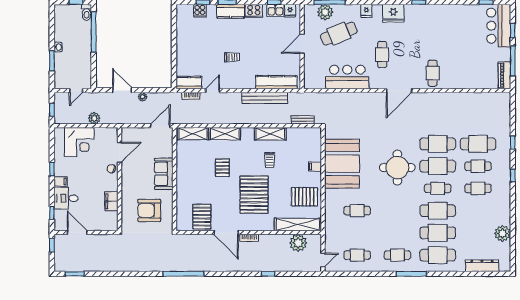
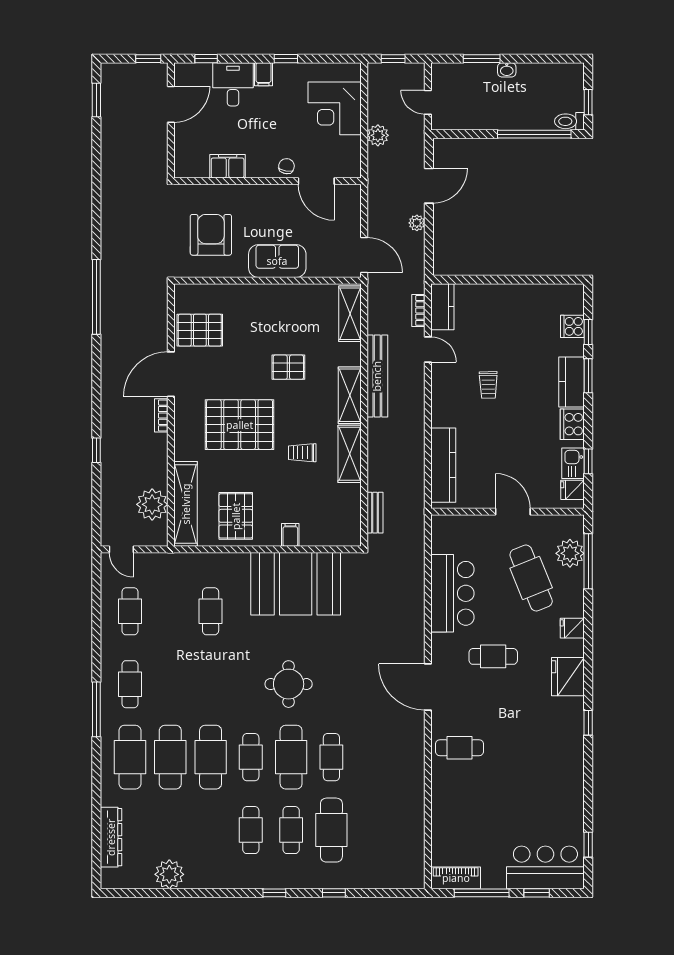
bench: (265, 98) -> (377, 376), moved
shelving: (225, 134) -> (350, 395), moved
cafe table: (438, 144) -> (331, 757), width x0.73, depth x0.74
round table: (397, 168) -> (289, 684), width x0.73, depth x0.73

